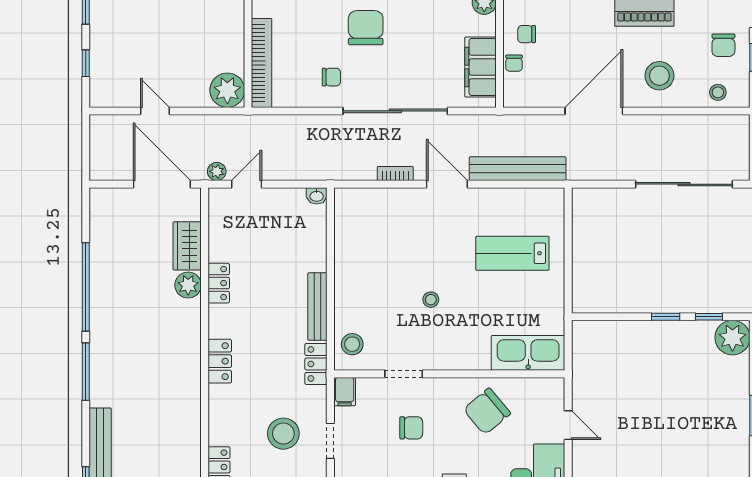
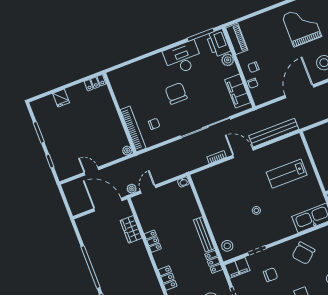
chair: (331, 77) -> (154, 124), moved
plant: (227, 90) -> (127, 151), width x0.53, depth x0.53
plant: (188, 285) -> (139, 248), removed
filing cabinet: (345, 392) -> (237, 268), width x2.00

